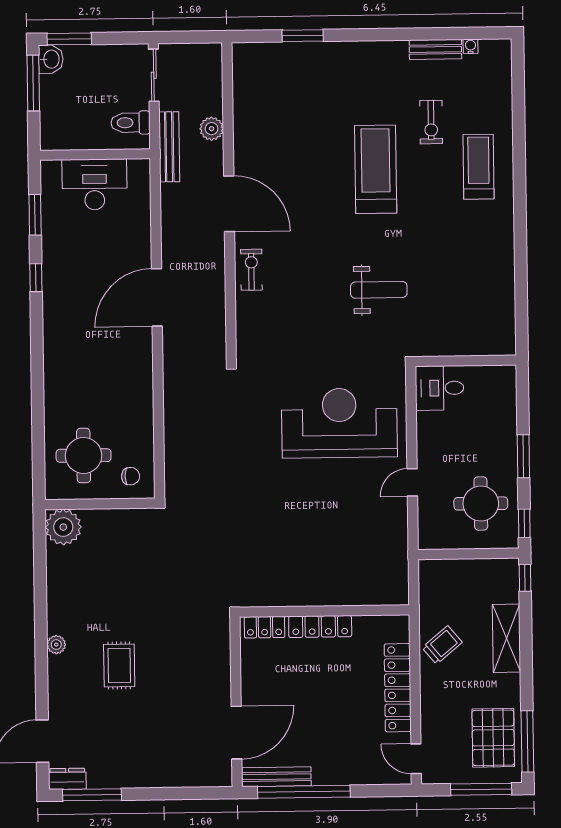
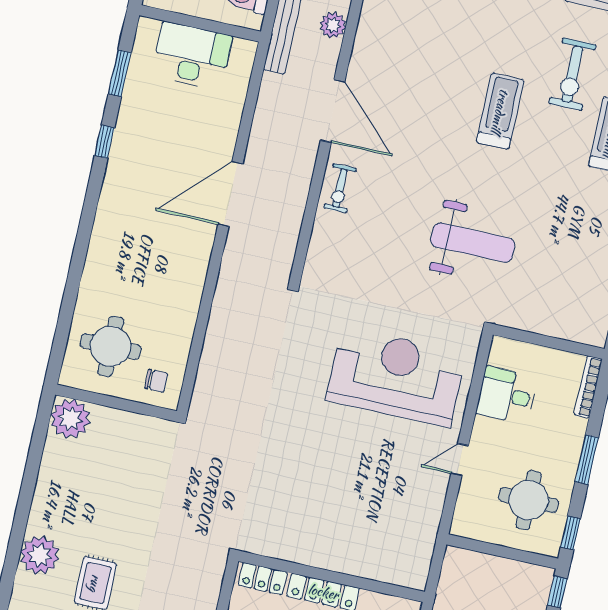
exercise bike: (431, 122) -> (572, 74), width x1.38, depth x1.39
treadmill: (376, 169) -> (500, 111), width x0.73, depth x0.73
exercise bike: (251, 270) -> (340, 188), turned 180
weight bench: (379, 290) -> (473, 243), width x1.36, depth x1.33
desk: (440, 388) -> (507, 395), moved
bookcase: (510, 392) -> (588, 387), added
plant: (56, 645) -> (40, 555), width x1.88, depth x1.88

